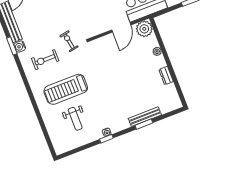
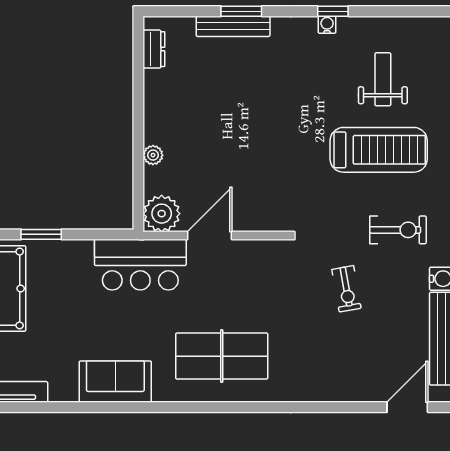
exercise bike: (69, 41) -> (346, 289), moved
dresser: (166, 76) -> (154, 49), moved

